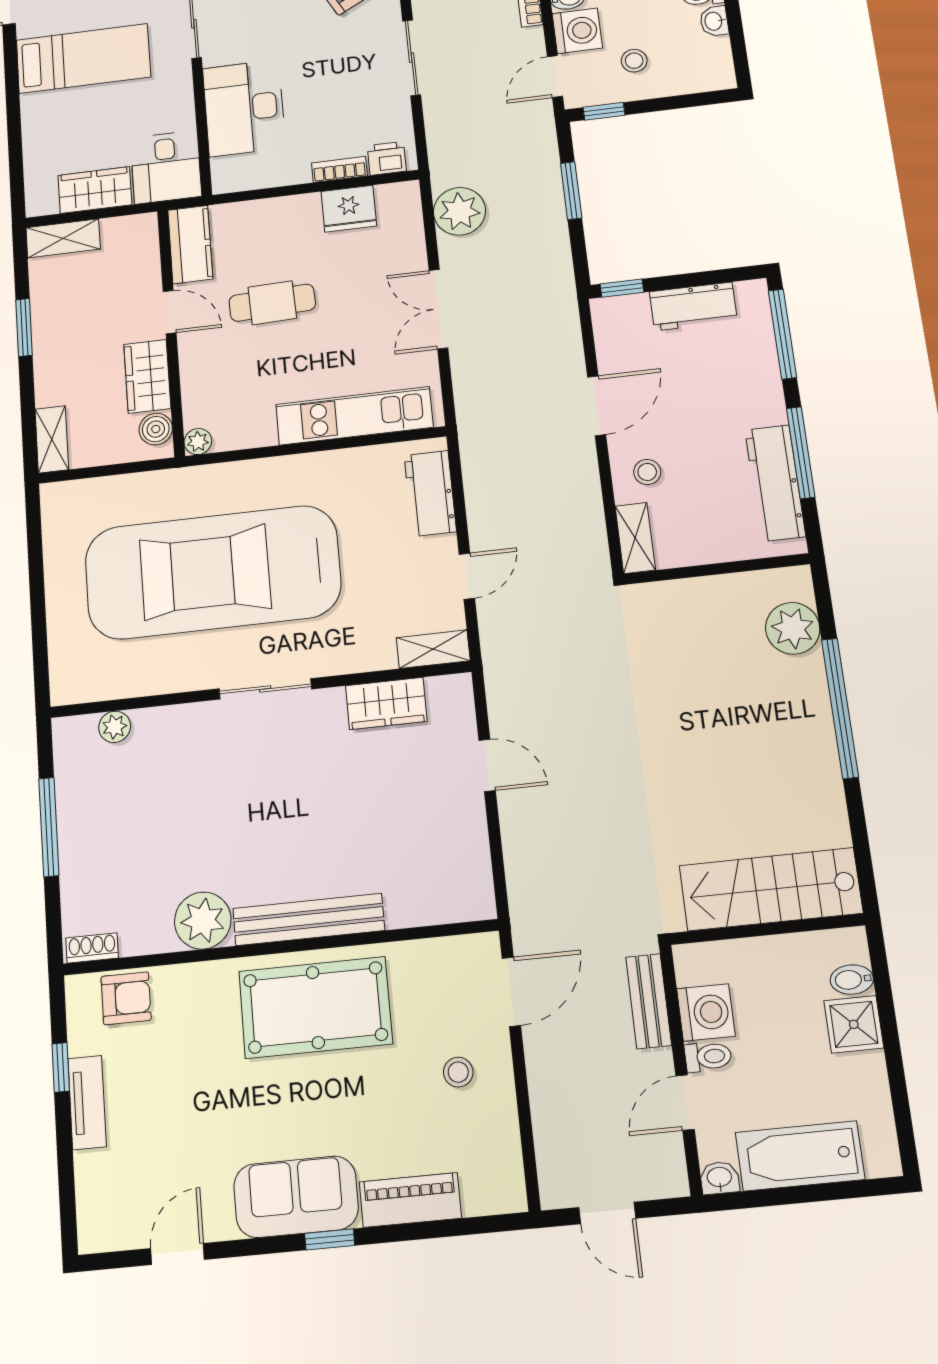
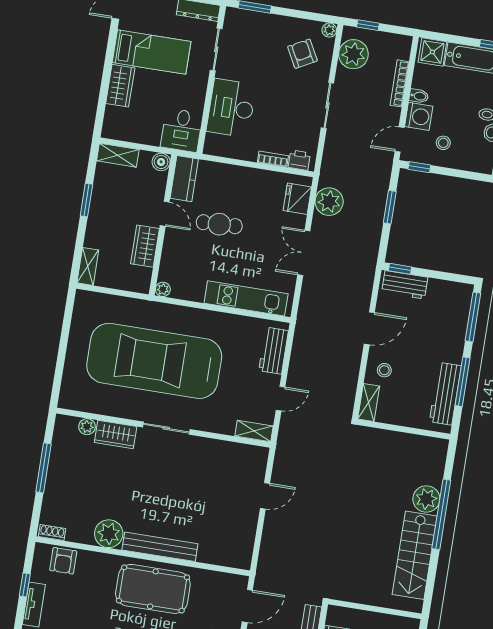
wardrobe: (95, 190) -> (120, 86), moved, turned 90
fridge: (349, 209) -> (297, 199), moved, turned 90
workbench: (693, 307) -> (405, 285), moved
boiler: (156, 429) -> (161, 162), moved
plant: (793, 628) -> (426, 499), moved
wardrobe: (386, 703) -> (116, 435), moved
door: (487, 765) -> (265, 496), hinge flipped
stairs: (771, 889) -> (415, 555), moved, turned -90
armchair: (126, 998) -> (63, 561), turned 90

